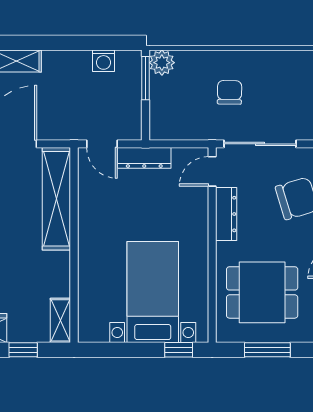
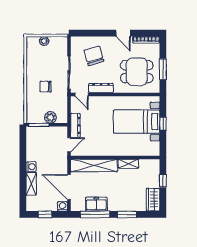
washing machine: (104, 61) -> (31, 167), moved
plant: (162, 63) -> (51, 117), moved
dining table: (262, 292) -> (137, 72), turned 90
shelving: (60, 320) -> (128, 164), moved
window: (179, 350) -> (163, 124), moved

